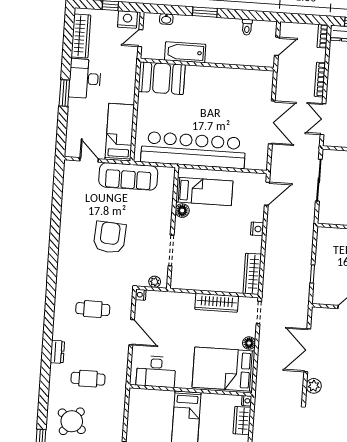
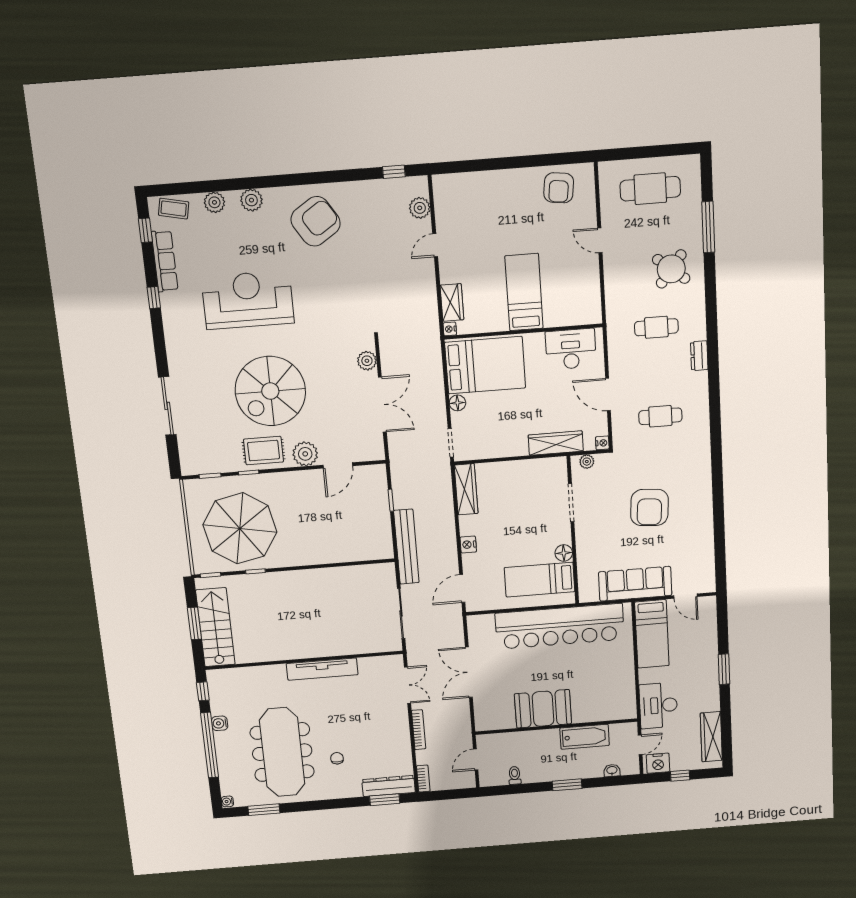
booth: (162, 78) -> (543, 709), moved
desk: (85, 79) -> (658, 705), moved, turned 180
bench: (306, 235) -> (406, 547), added
wardrobe: (217, 303) -> (556, 443), moved

